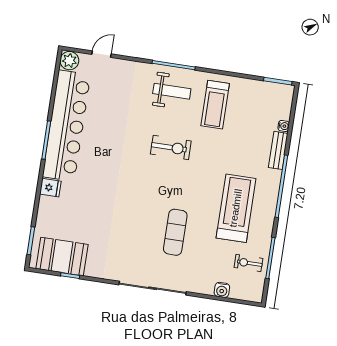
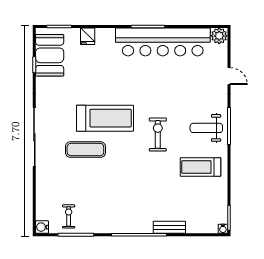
door: (102, 54) -> (229, 76), moved
weight bench: (172, 91) -> (206, 128), turned 90
water cooler: (284, 126) -> (223, 229), moved
exercise bike: (171, 147) -> (158, 134), turned 180
fridge: (50, 188) -> (88, 36), moved
treadmill: (236, 208) -> (105, 118), moved
water cooler: (222, 290) -> (42, 227), moved

